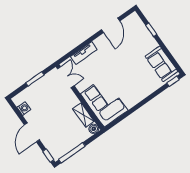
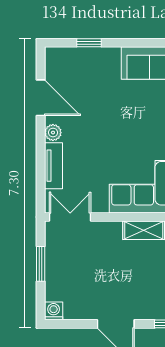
plant: (99, 42) -> (53, 133), added
washing machine: (24, 109) -> (54, 311), moved

